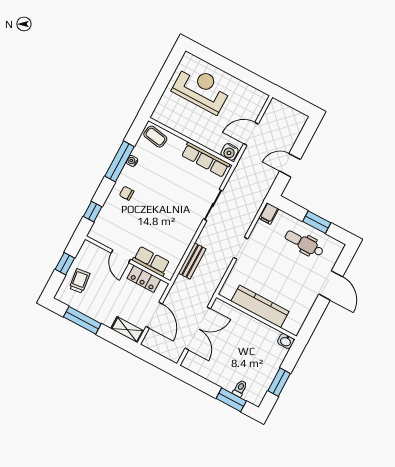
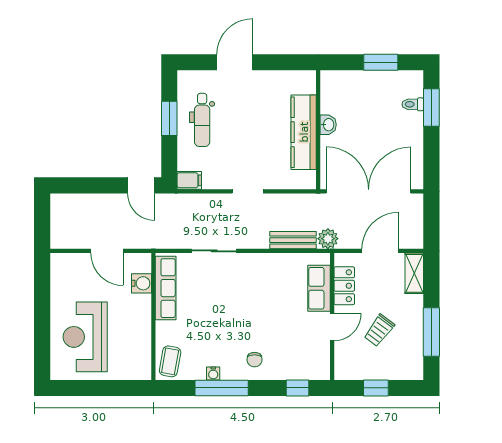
water cooler: (230, 152) -> (141, 283), moved
door: (290, 165) -> (141, 185), moved
trolley: (80, 281) -> (379, 330), moved, turned -46
plant: (181, 285) -> (328, 239), added
double door: (198, 328) -> (369, 191), width x1.36
washbasin: (286, 341) -> (328, 125), moved

